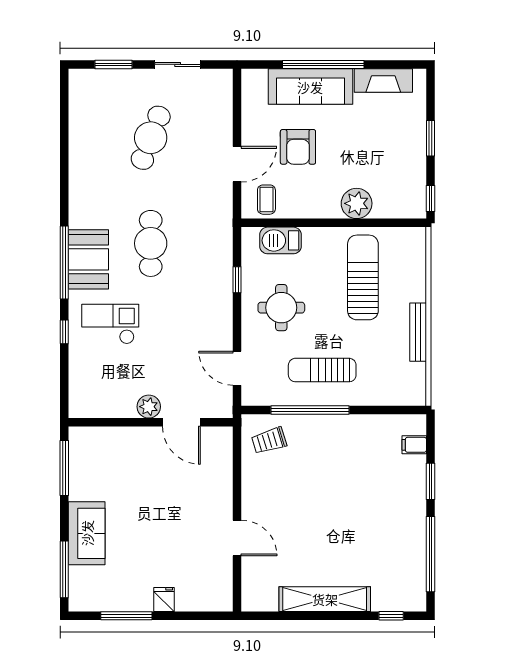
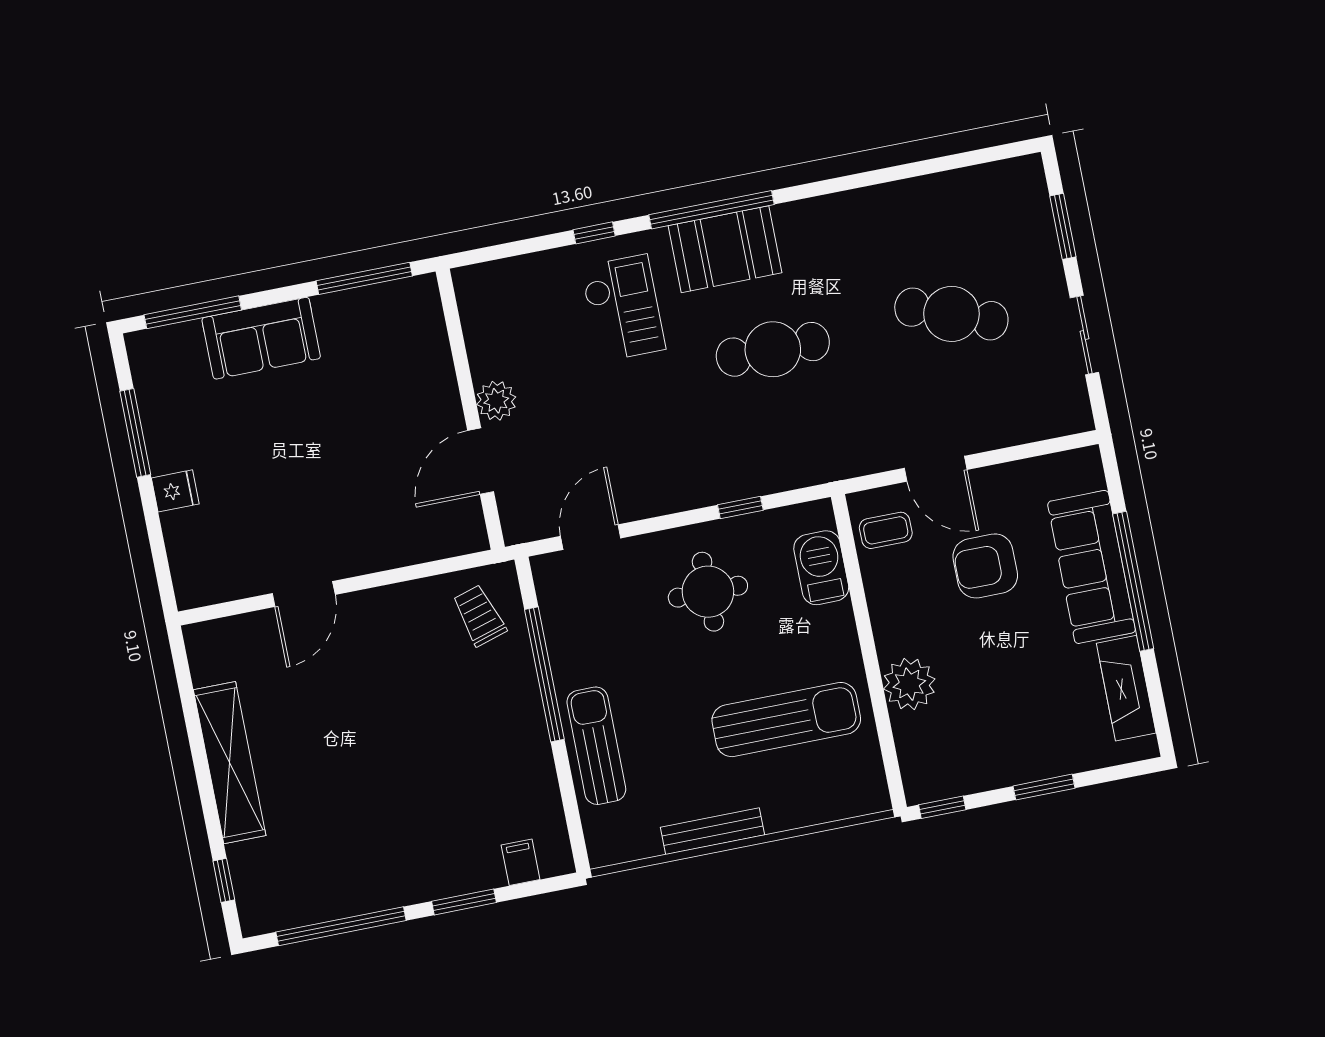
sun lounger: (322, 370) -> (596, 746), moved

